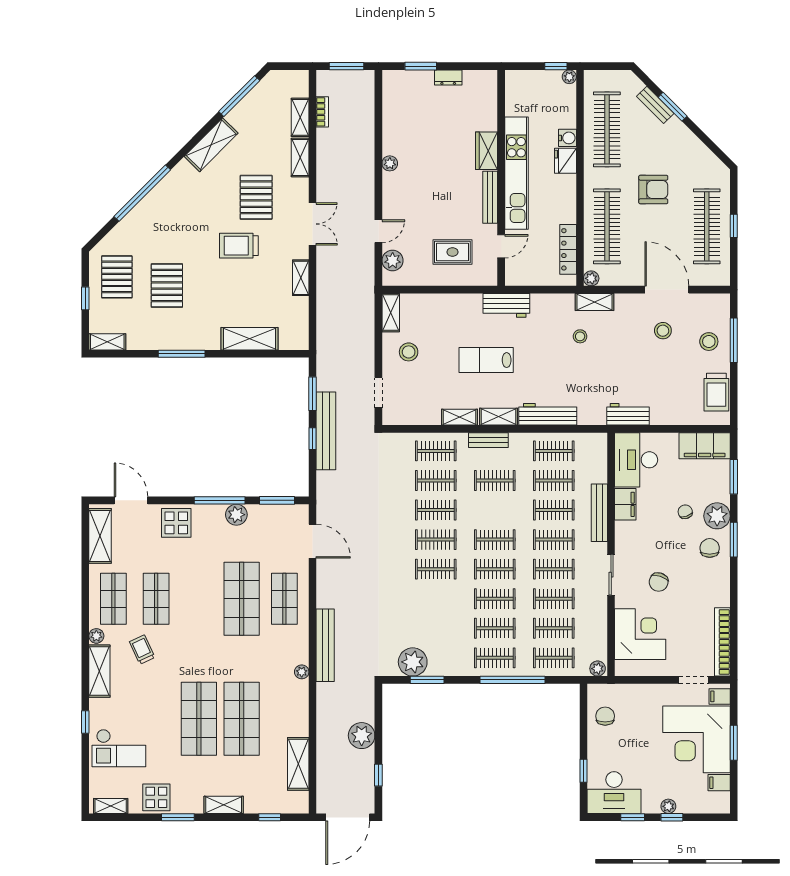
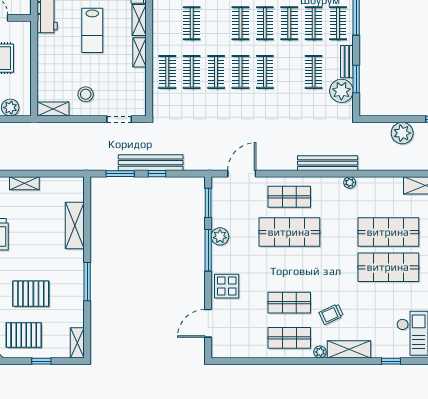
bench: (488, 440) -> (347, 62), moved
shelving: (100, 536) -> (237, 349), removed
clothes rail: (436, 628) -> (314, 72), added

